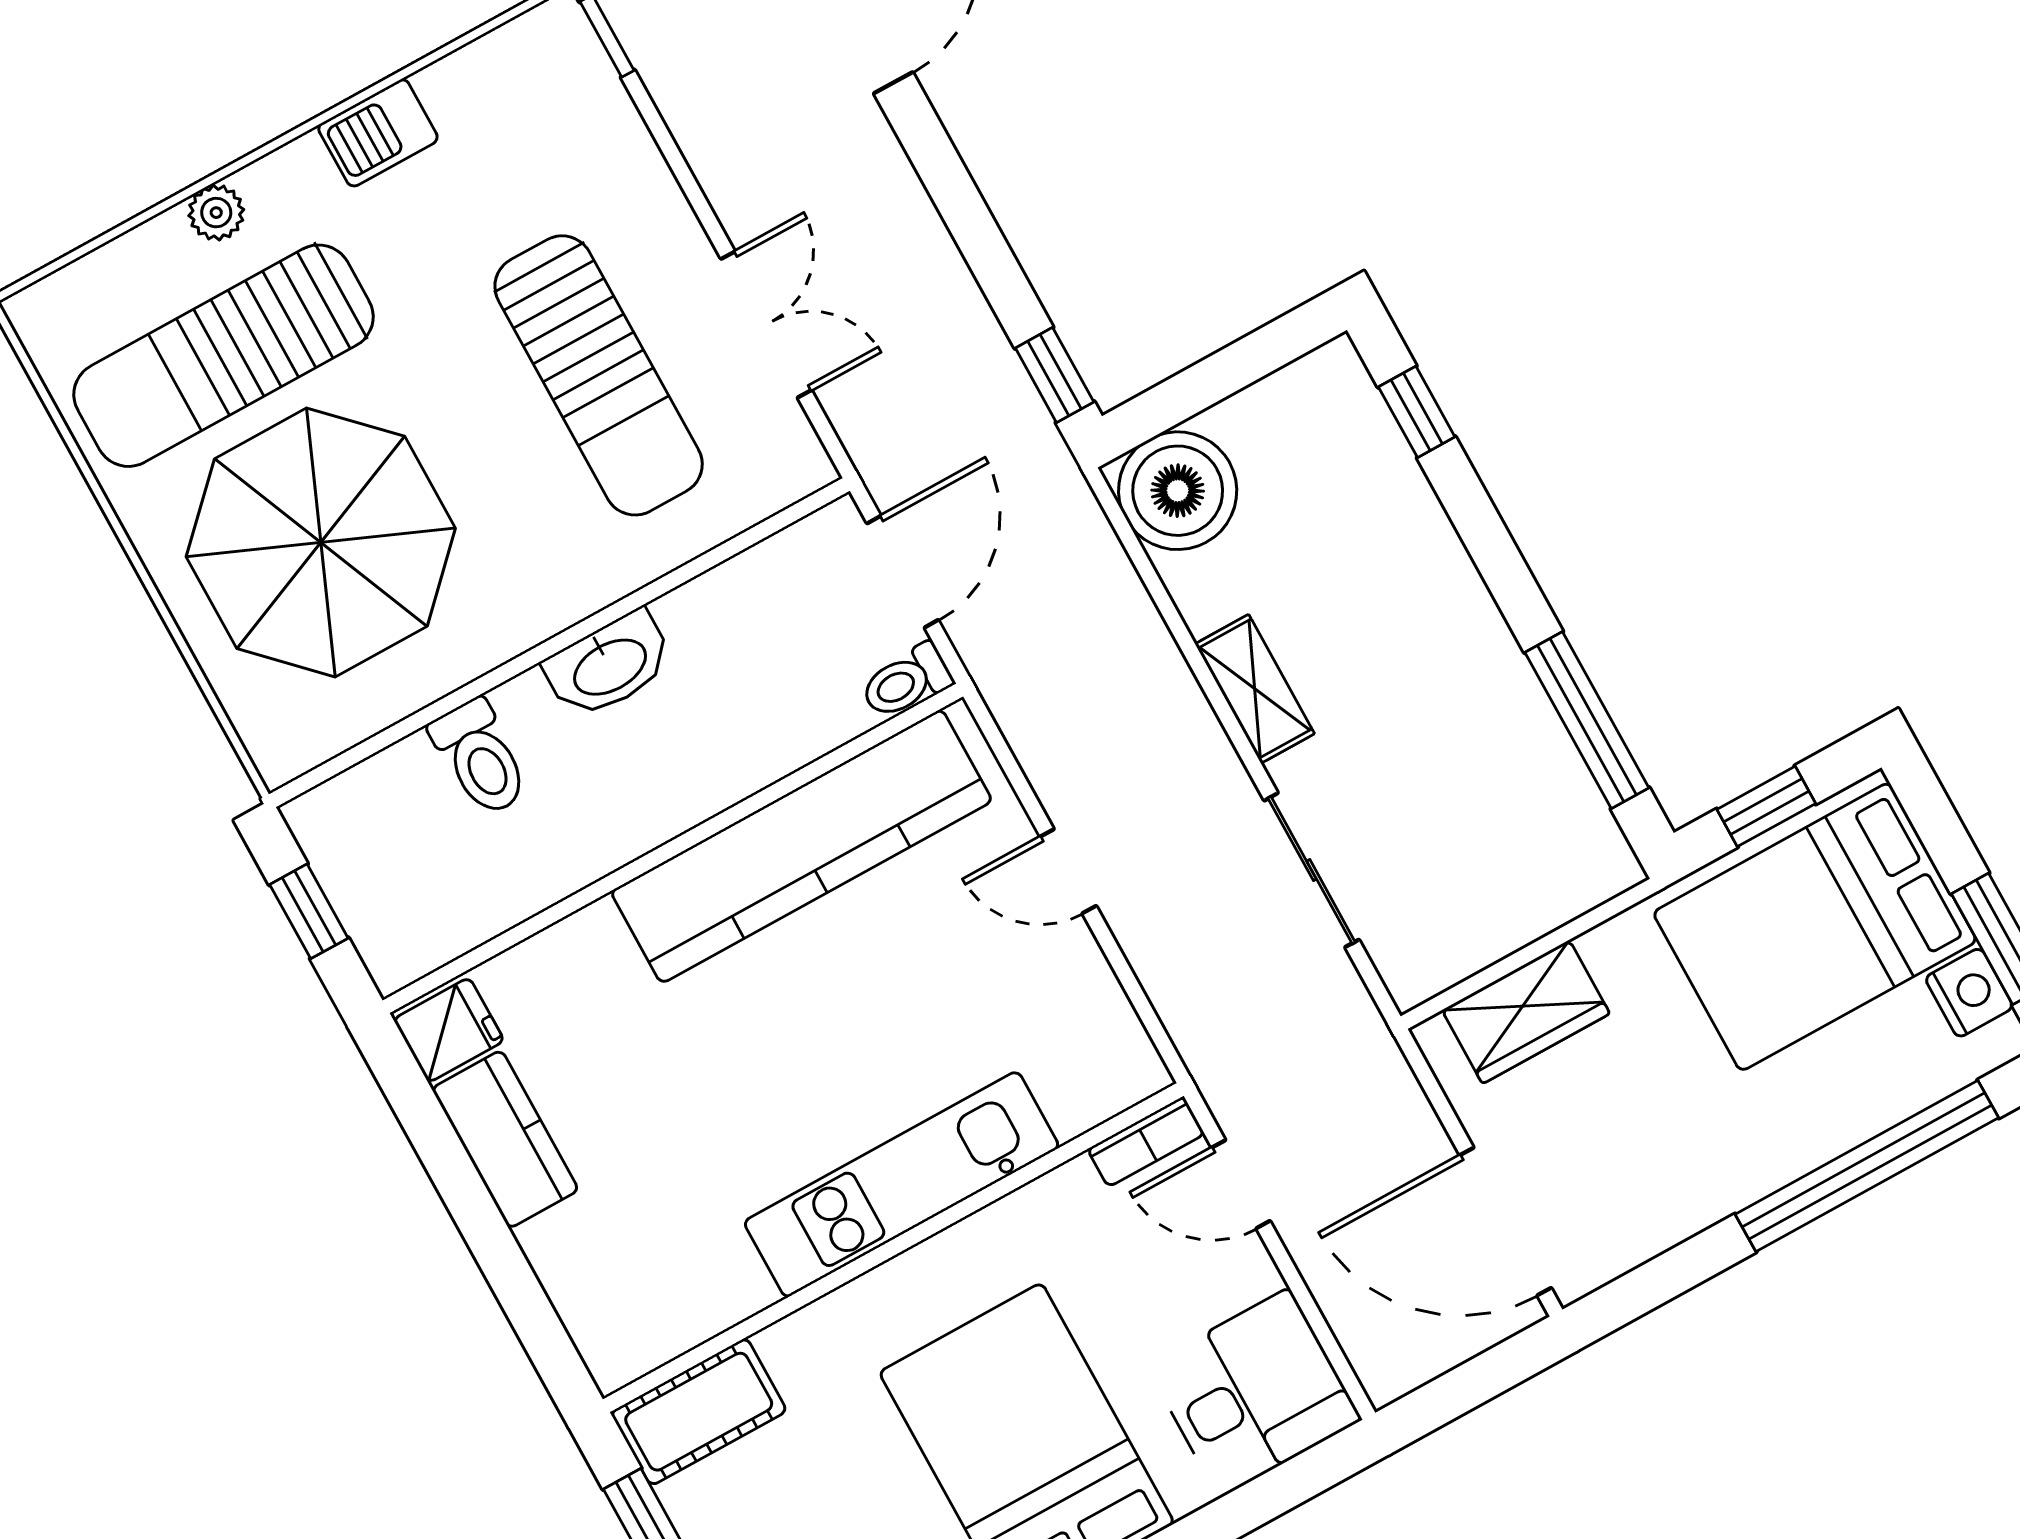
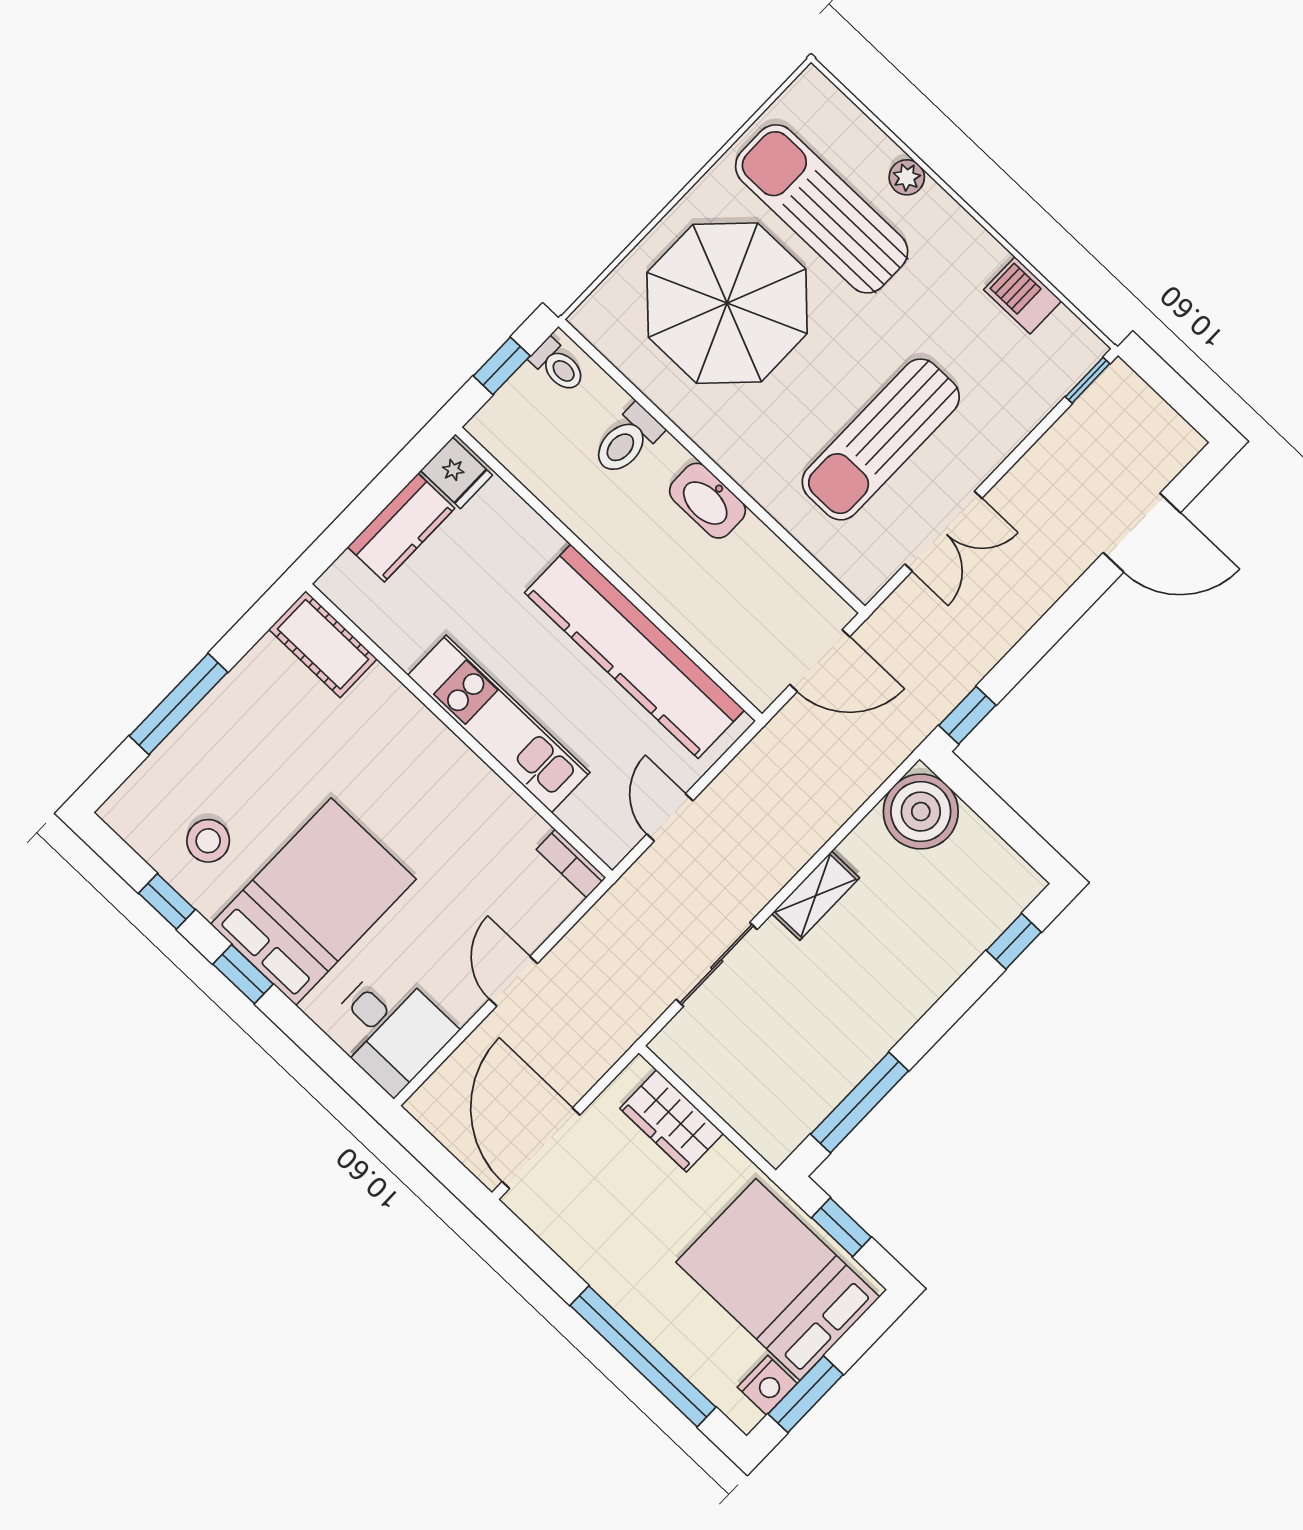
barbecue: (378, 133) -> (1023, 295), moved
toilet: (906, 681) -> (558, 366), moved, turned 180
bookcase: (1146, 1142) -> (571, 863), moved
kitchen unit: (902, 1184) -> (499, 724), moved
wall: (893, 1248) -> (459, 731), moved
cot: (699, 1412) -> (323, 644), moved

